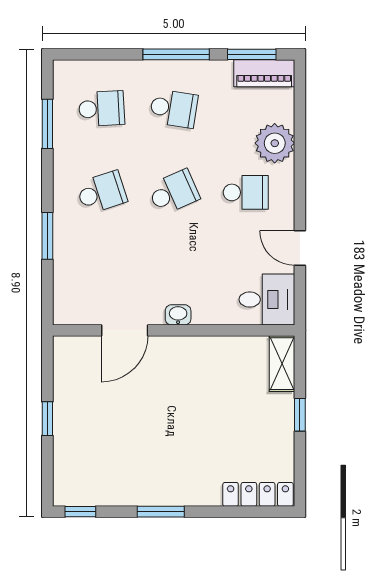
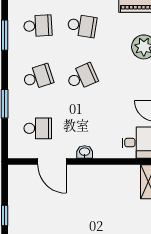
school desk: (246, 192) -> (38, 128), moved
door: (125, 330) -> (52, 161), hinge flipped

